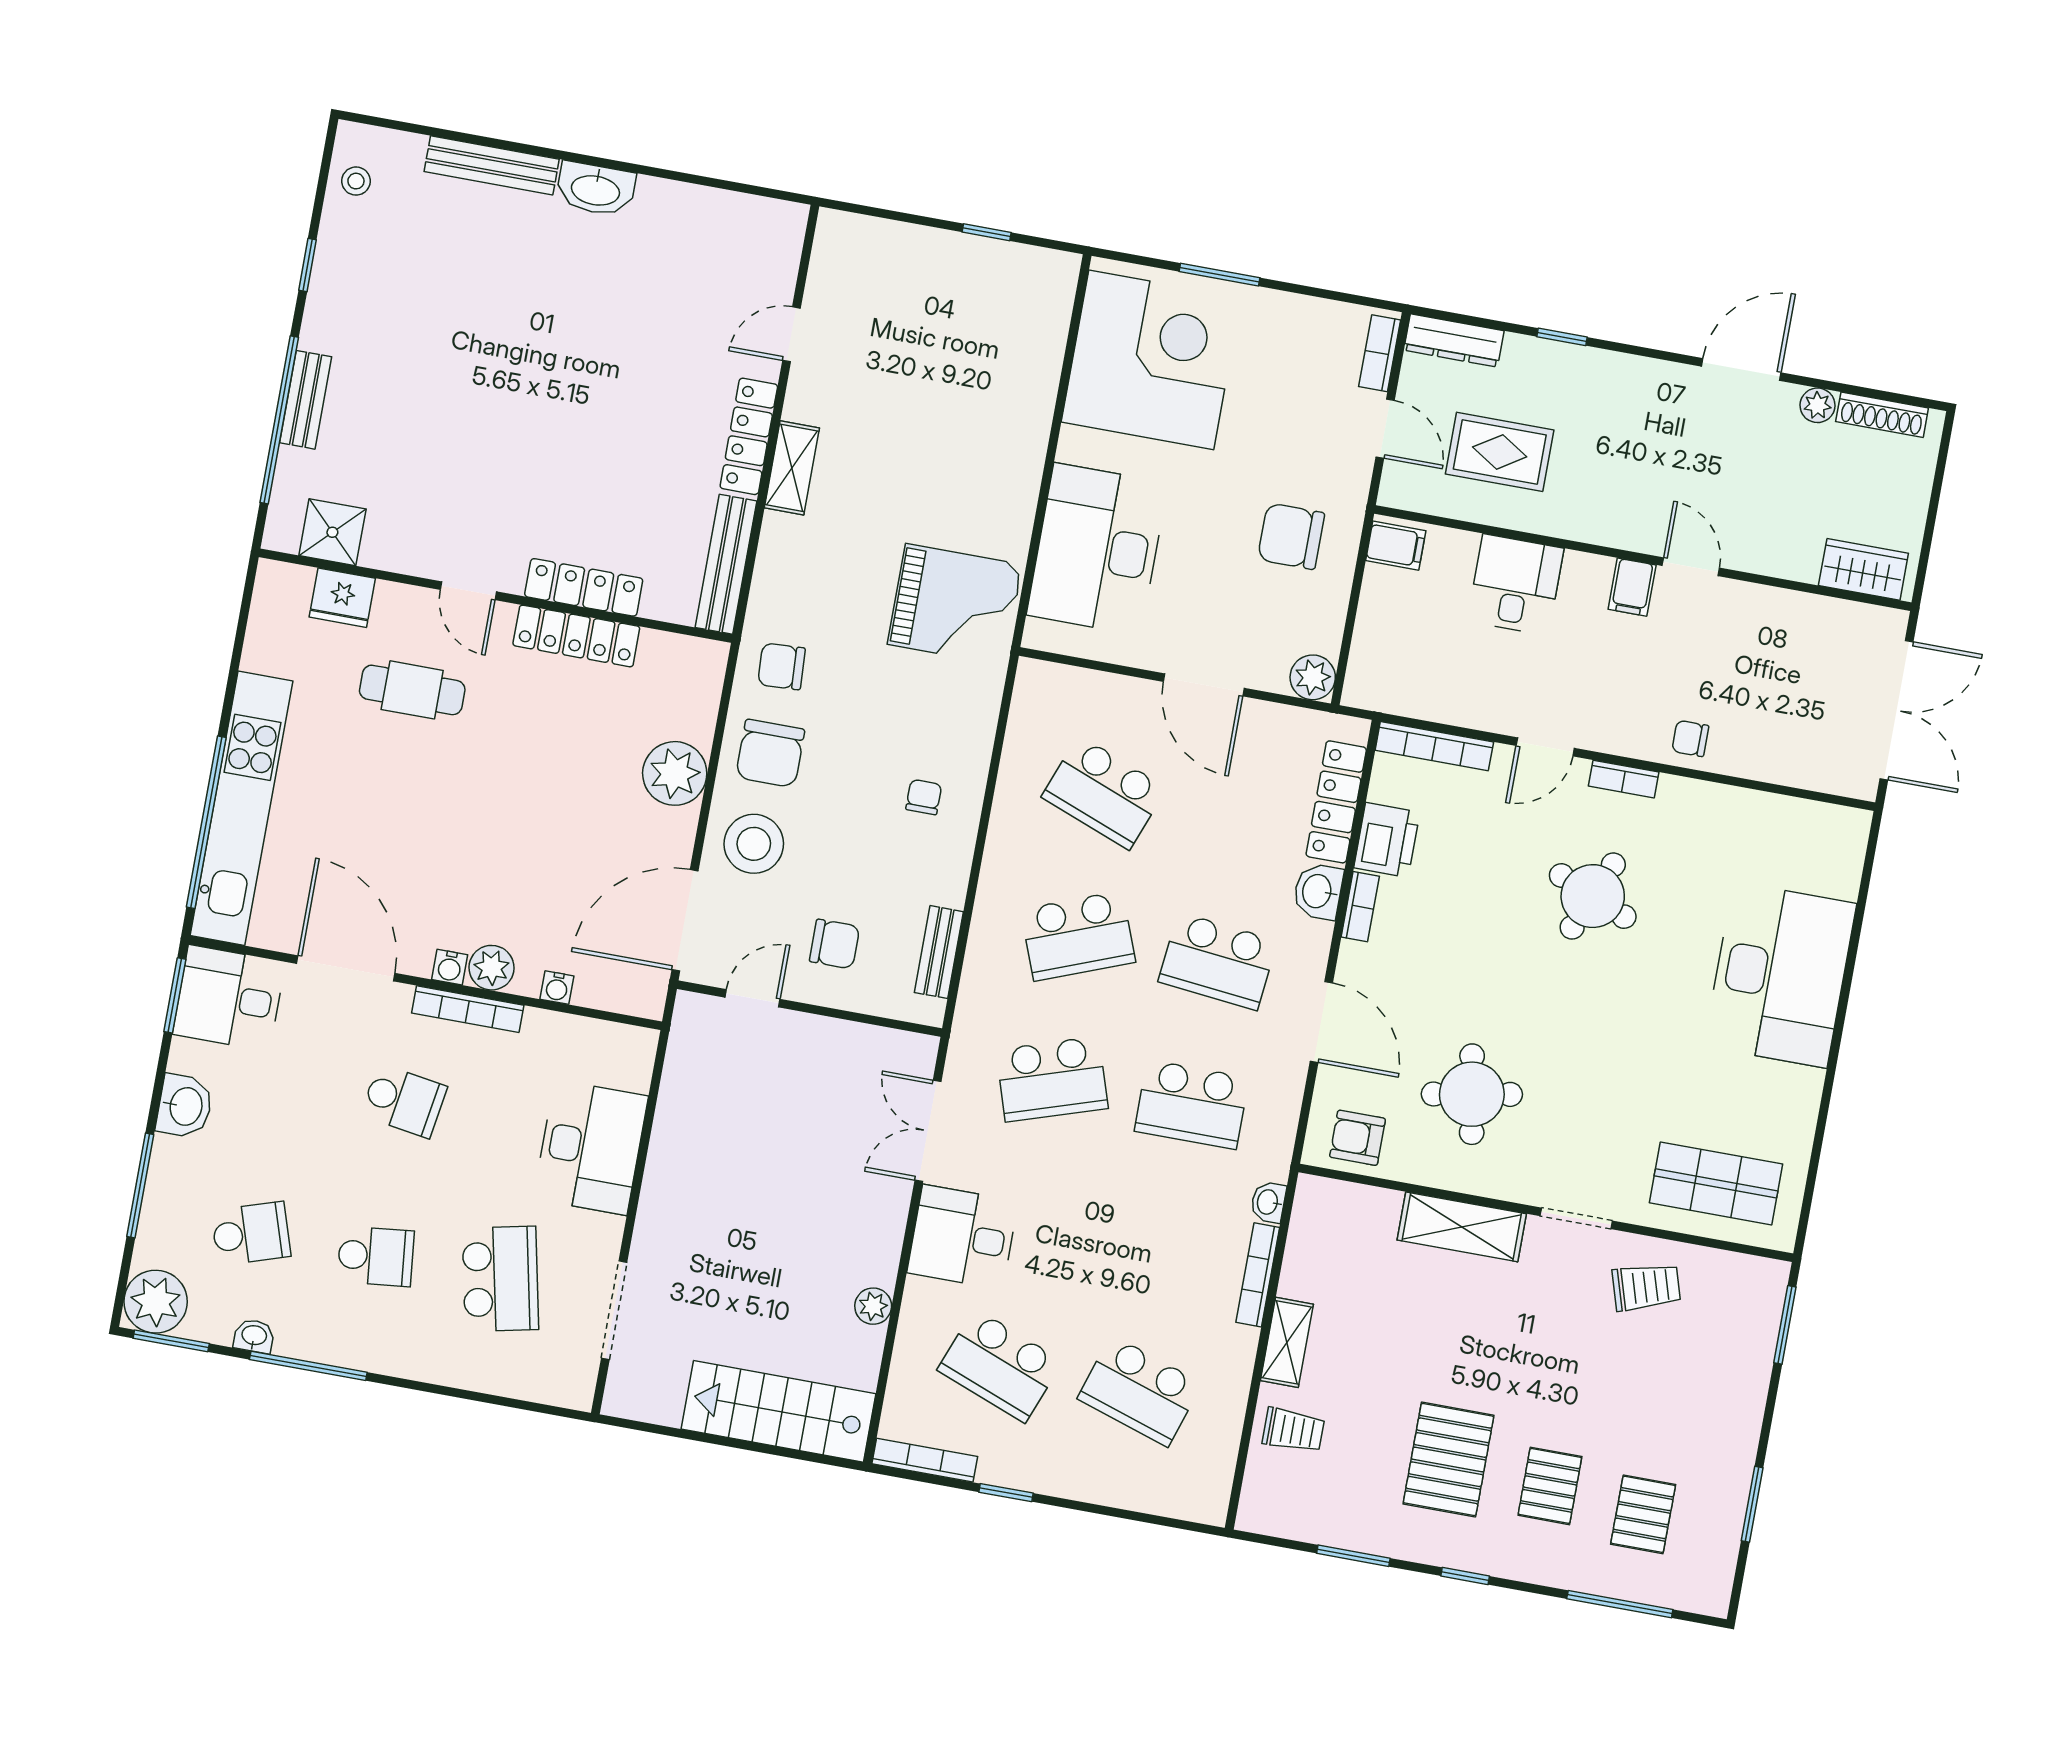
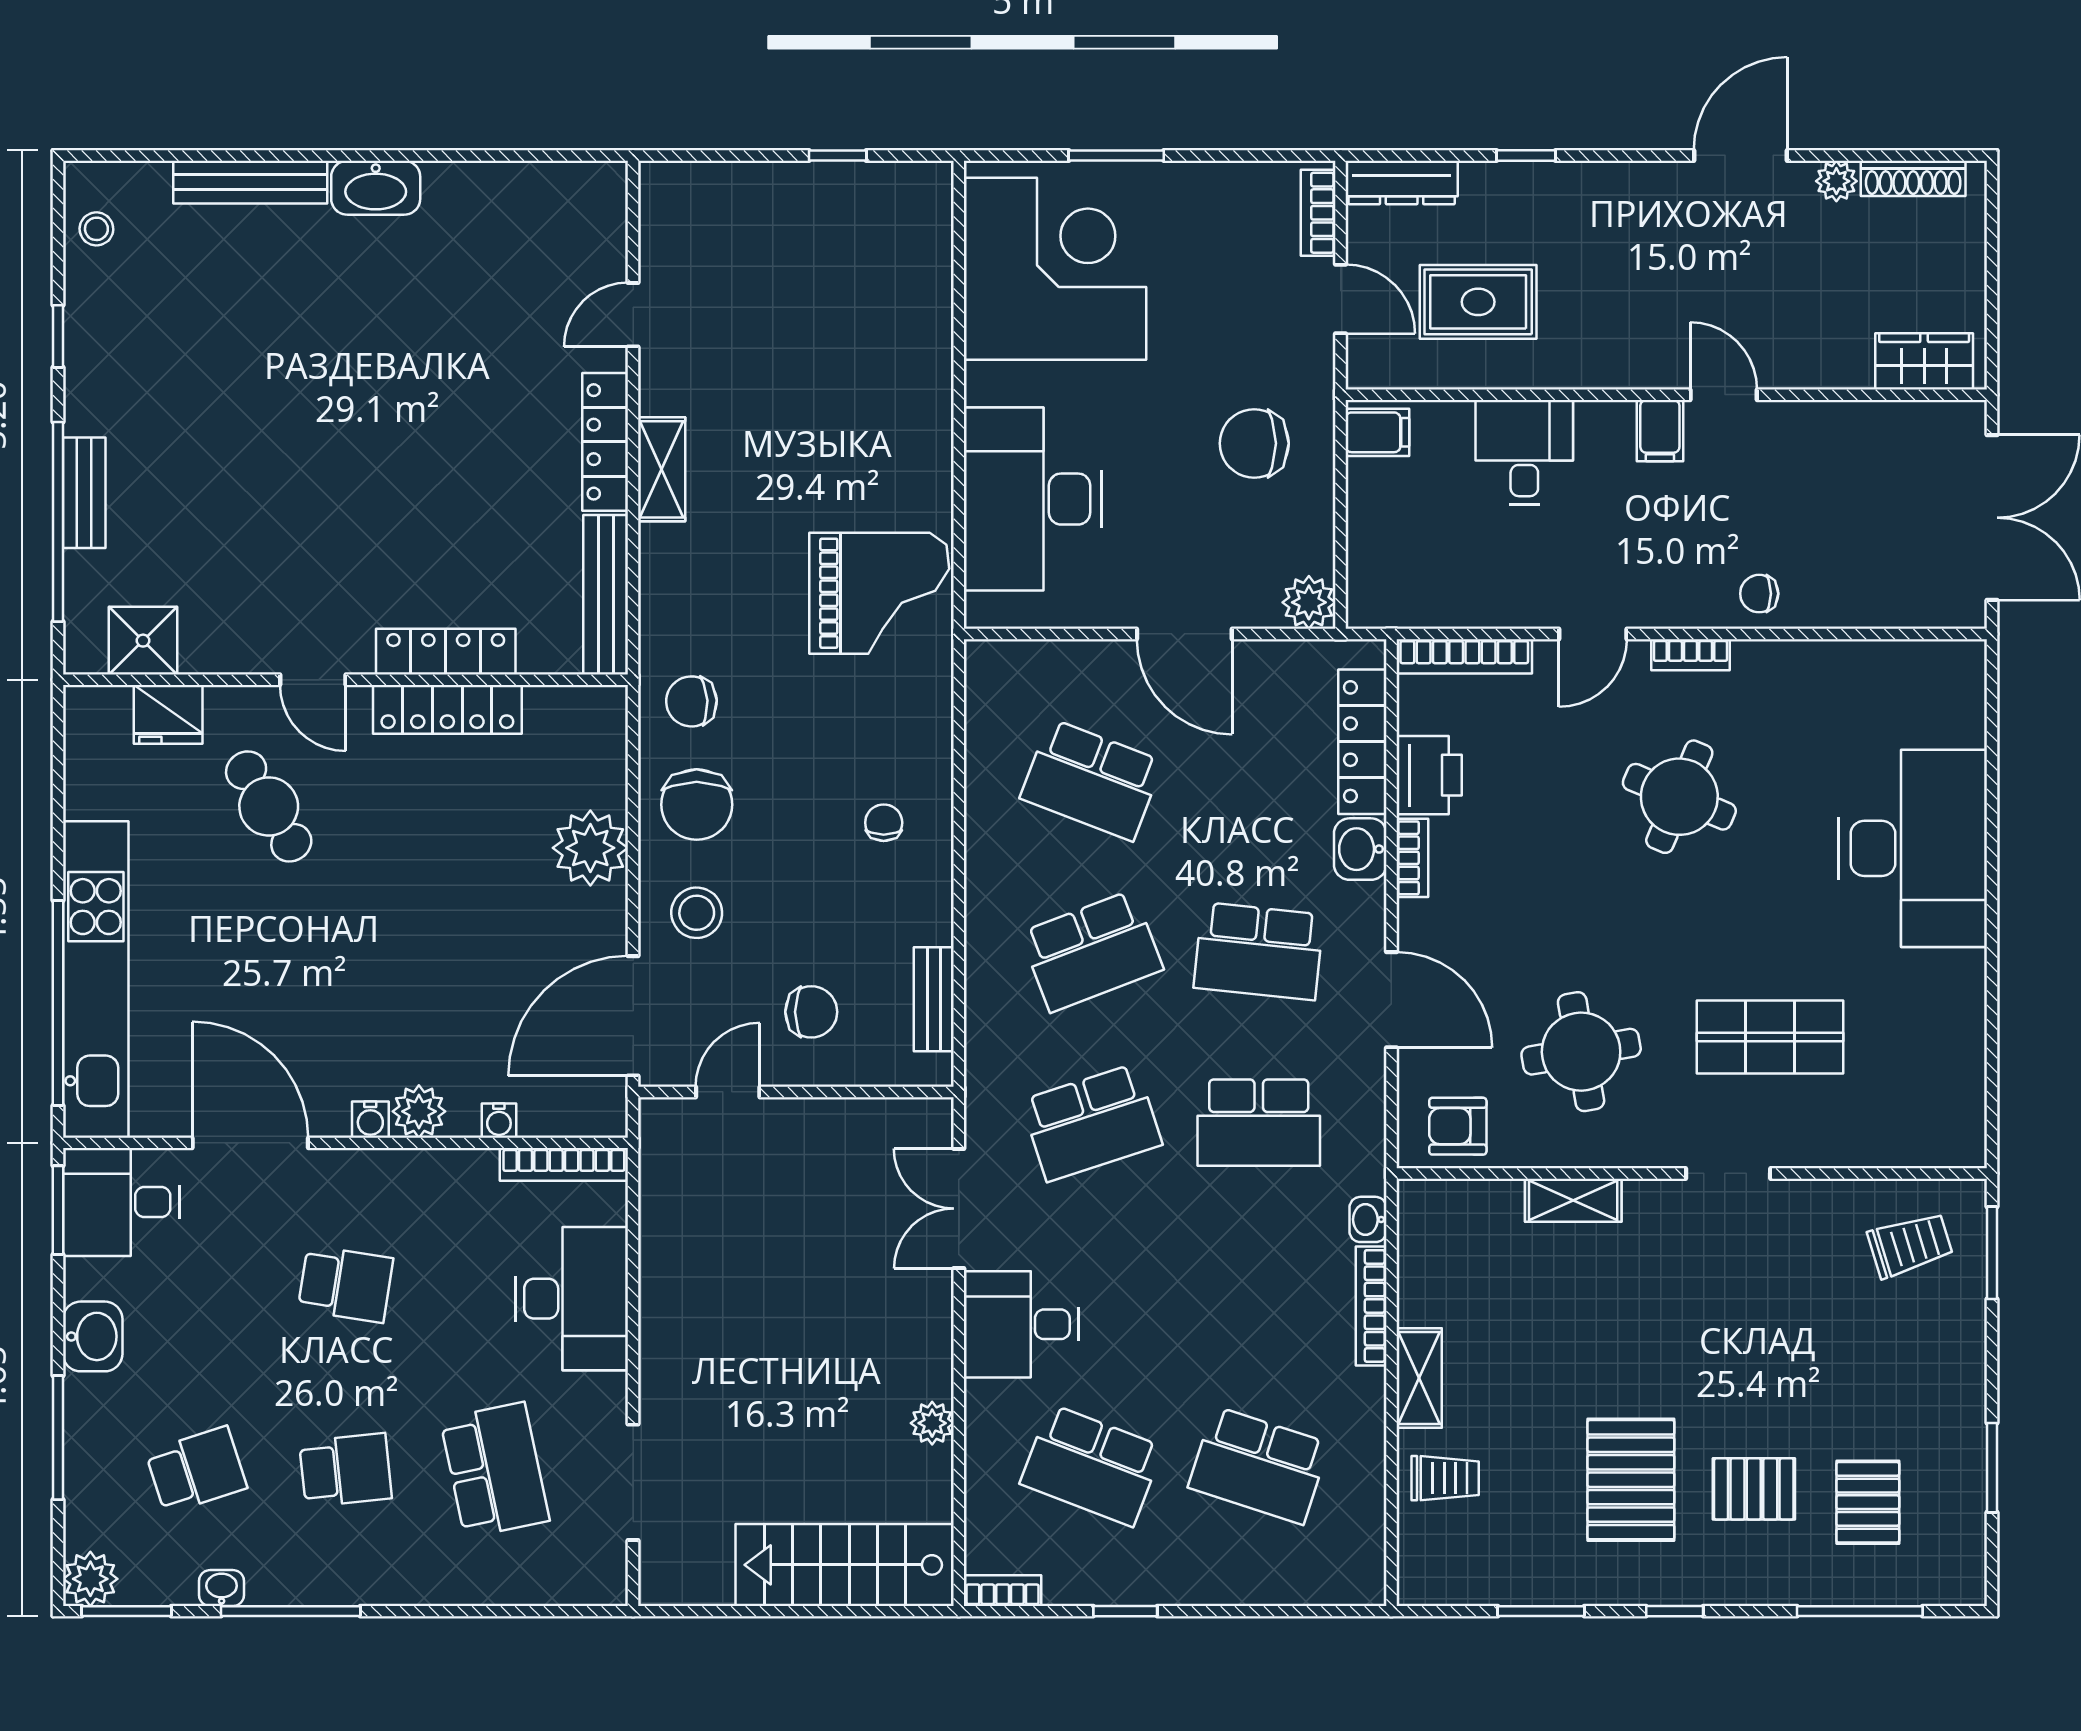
cafe table: (412, 690) -> (269, 806), turned 58
stool: (754, 844) -> (697, 913), width x0.73, depth x0.73
bookcase: (468, 1009) -> (564, 1164), moved
shop shelf: (1716, 1183) -> (1770, 1037), moved
shelving: (1462, 1227) -> (1573, 1200), width x0.67, depth x0.75
trolley: (1646, 1287) -> (1910, 1245), moved
plant: (156, 1302) -> (90, 1579), width x0.73, depth x0.73
bookcase: (925, 1460) -> (1003, 1591), width x0.64
pallet: (1550, 1486) -> (1754, 1489), turned 90

